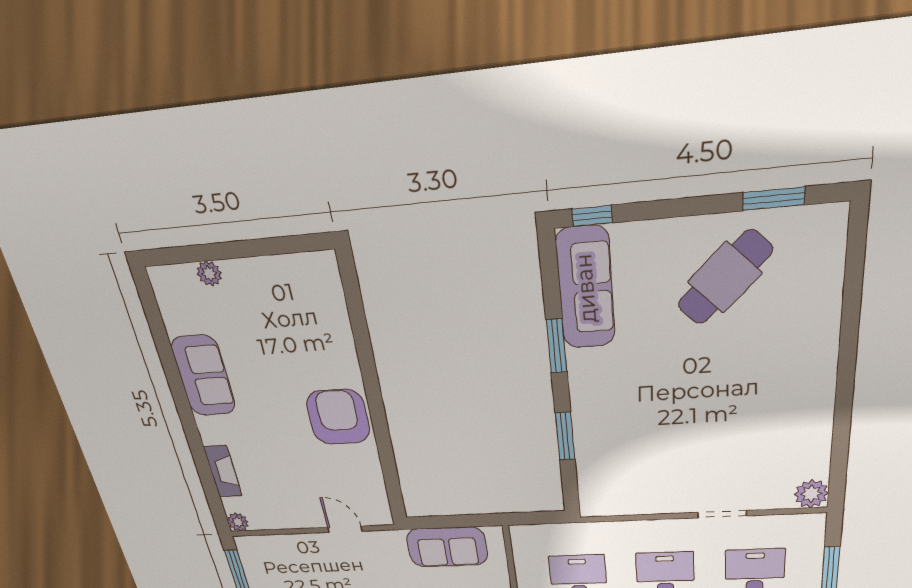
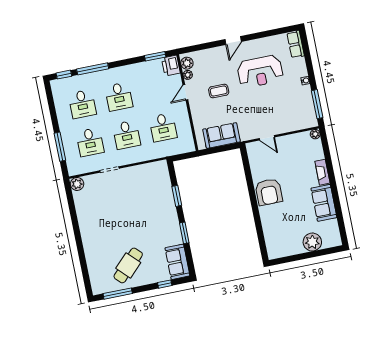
window: (774, 199) -> (118, 294), width x1.44
window: (592, 216) -> (165, 284), moved
plant: (209, 273) -> (312, 242), width x1.87, depth x1.87
sofa: (586, 288) -> (177, 262), width x0.73
fireplace: (223, 471) -> (322, 172), moved

